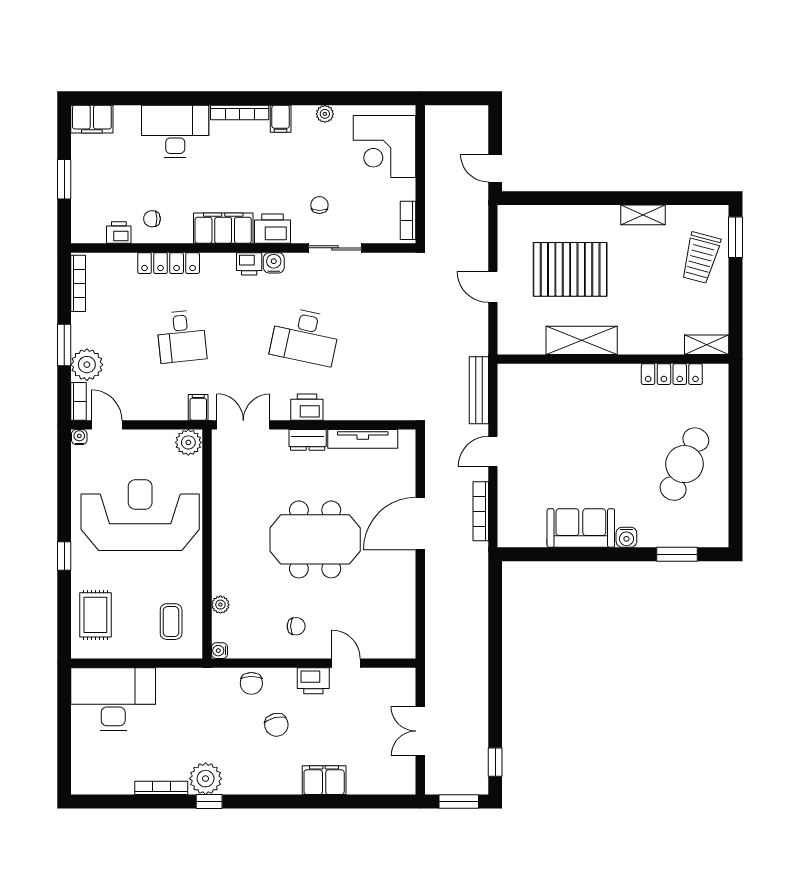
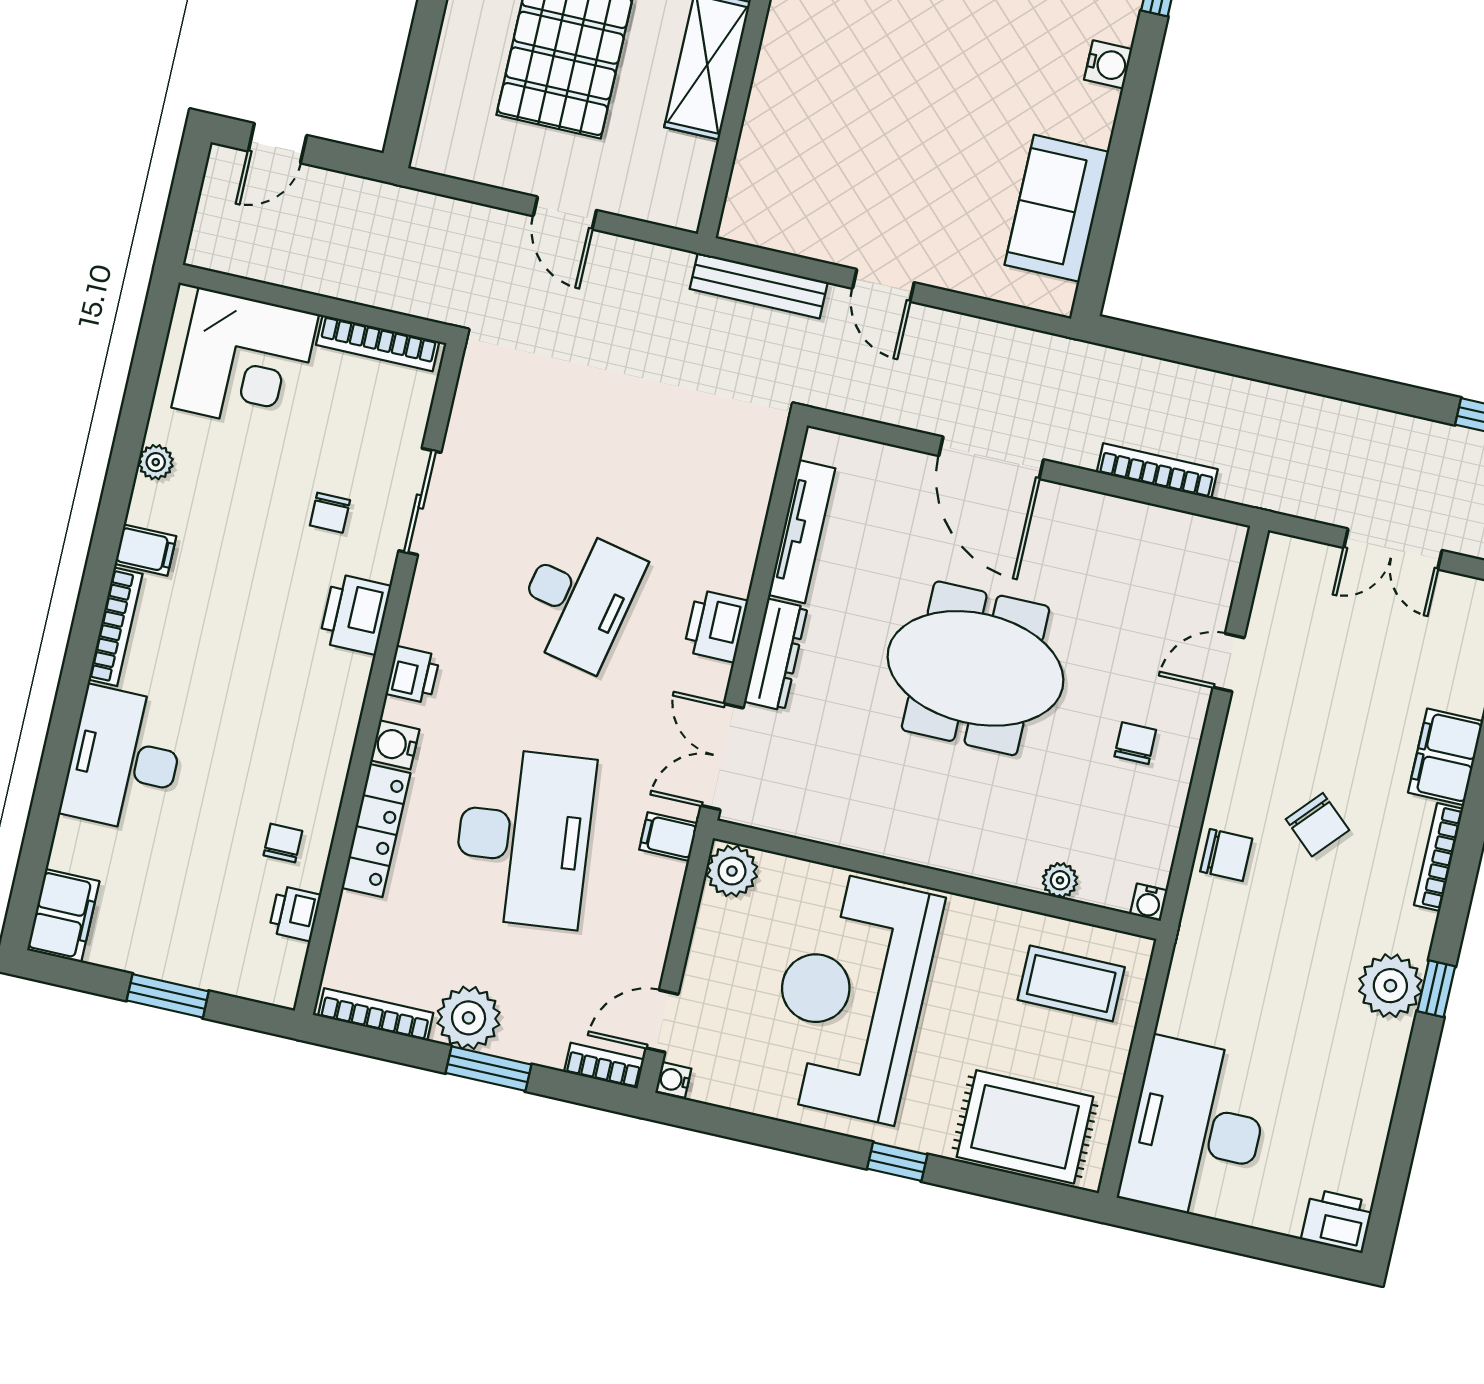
door: (495, 168) -> (277, 143), moved
chair: (319, 205) -> (330, 513), turned -90
chair: (152, 219) -> (283, 843), turned 180
bookcase: (408, 220) -> (378, 343), width x1.56
filing cabinet: (223, 228) -> (332, 709), removed
water cooler: (274, 263) -> (395, 745), moved
door: (493, 287) -> (565, 213), hinge flipped
desk: (181, 336) -> (524, 838), width x1.87, depth x1.30
plant: (87, 365) -> (469, 1018), moved
dresser: (308, 440) -> (776, 655), width x1.44
bookcase: (481, 511) -> (1157, 471), moved, turned 180
sofa: (581, 528) -> (1057, 208), moved
meeting table: (315, 539) -> (976, 668), turned 90
rug: (95, 615) -> (1025, 1127), width x1.36, depth x1.43
coffee table: (171, 622) -> (1071, 983), width x1.36, depth x1.30
printer: (313, 681) -> (1337, 1221), moved, turned -90
chair: (276, 725) -> (1317, 825), turned 56
bookcase: (161, 788) -> (1439, 857), moved

